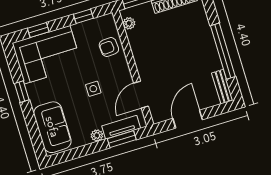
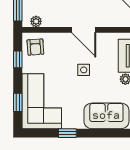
armchair: (109, 47) -> (35, 47), moved
door: (141, 95) -> (84, 30), moved

